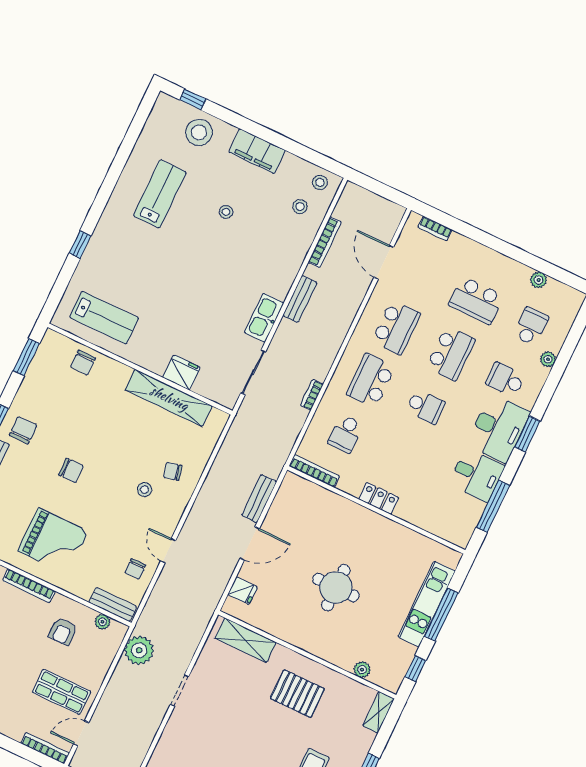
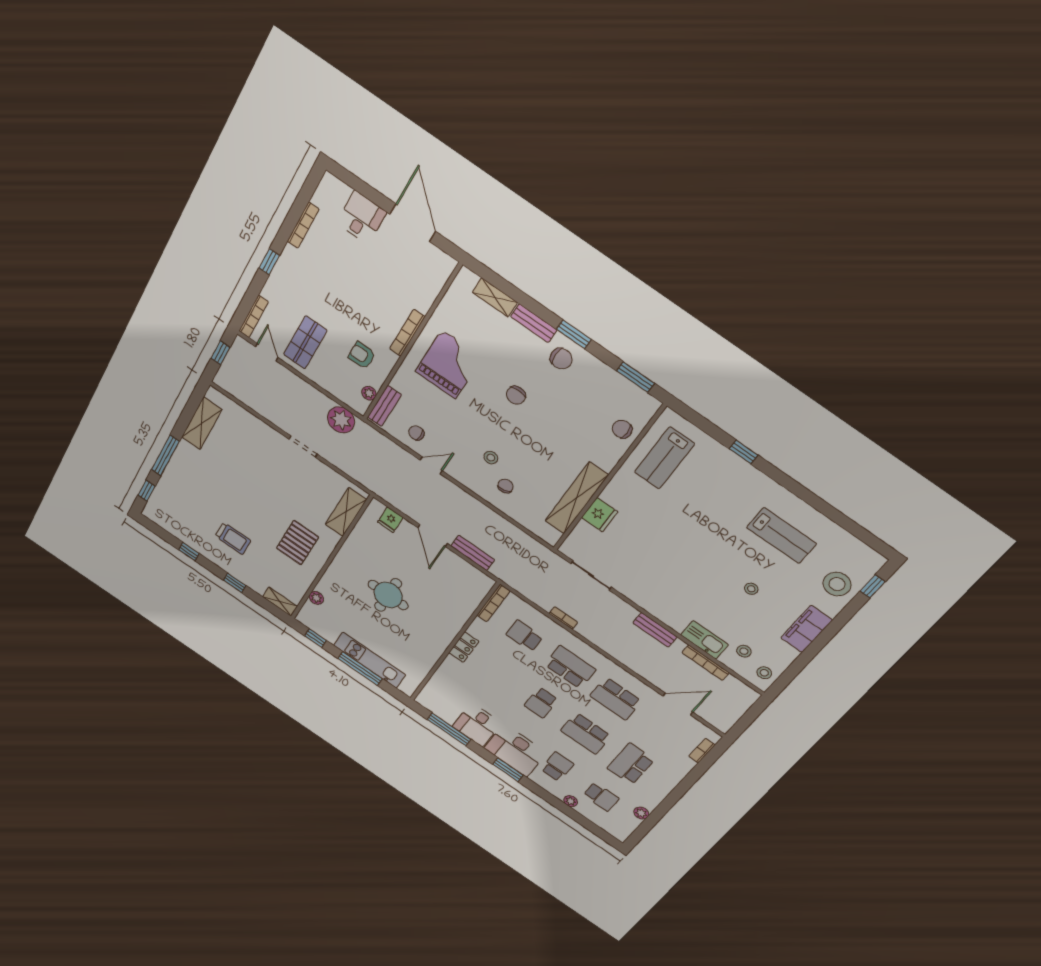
kitchen sink: (264, 318) -> (704, 640), moved
grand piano: (53, 541) -> (449, 364), turned 180

